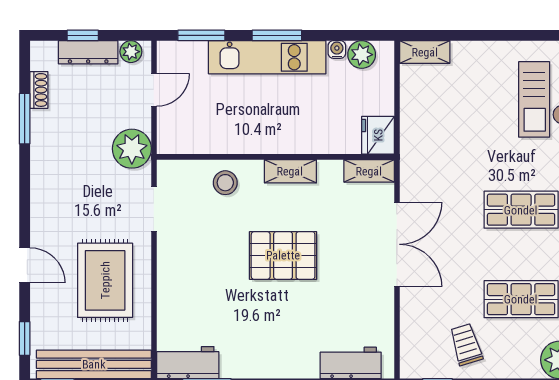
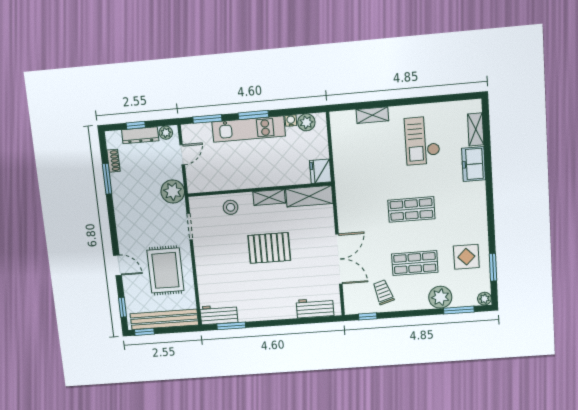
shelving: (425, 52) -> (372, 115), moved
shelving: (369, 171) -> (309, 196), width x1.50, depth x1.33
double door: (397, 244) -> (339, 259), moved

